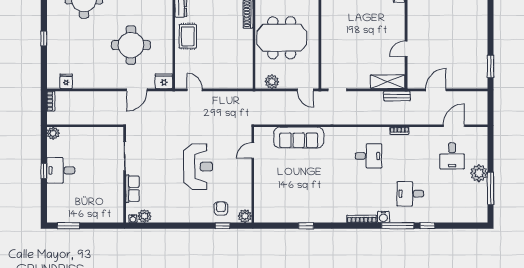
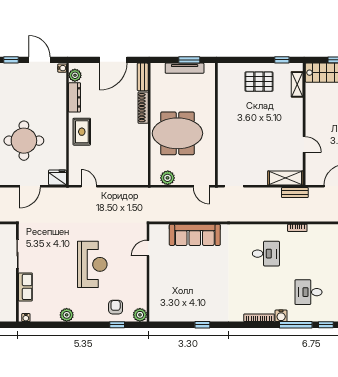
door: (406, 49) -> (304, 144), swing flipped
plant: (145, 216) -> (67, 315), moved

